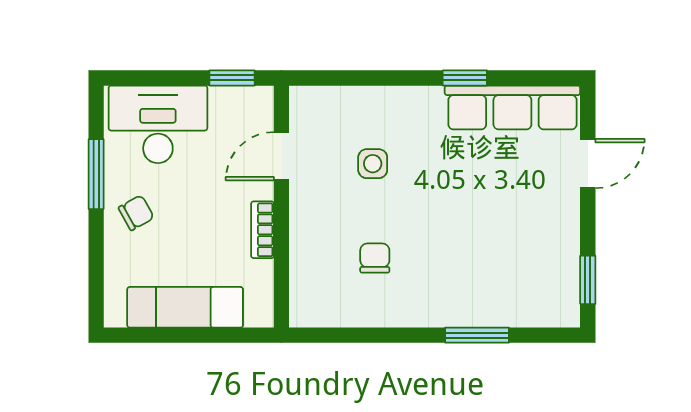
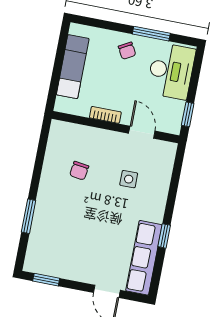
chair: (375, 258) -> (79, 171), turned 98

